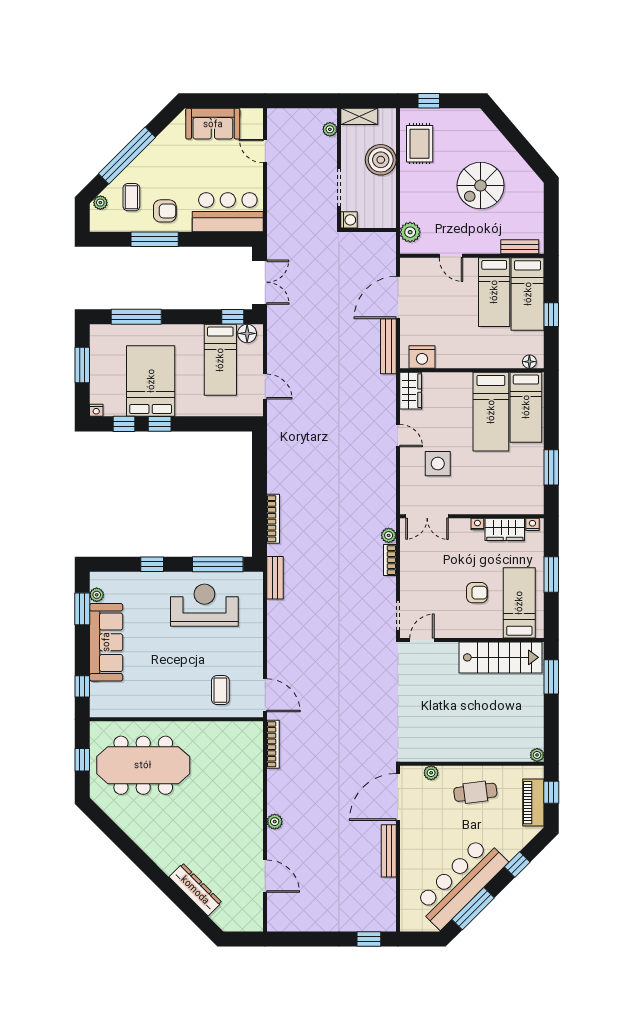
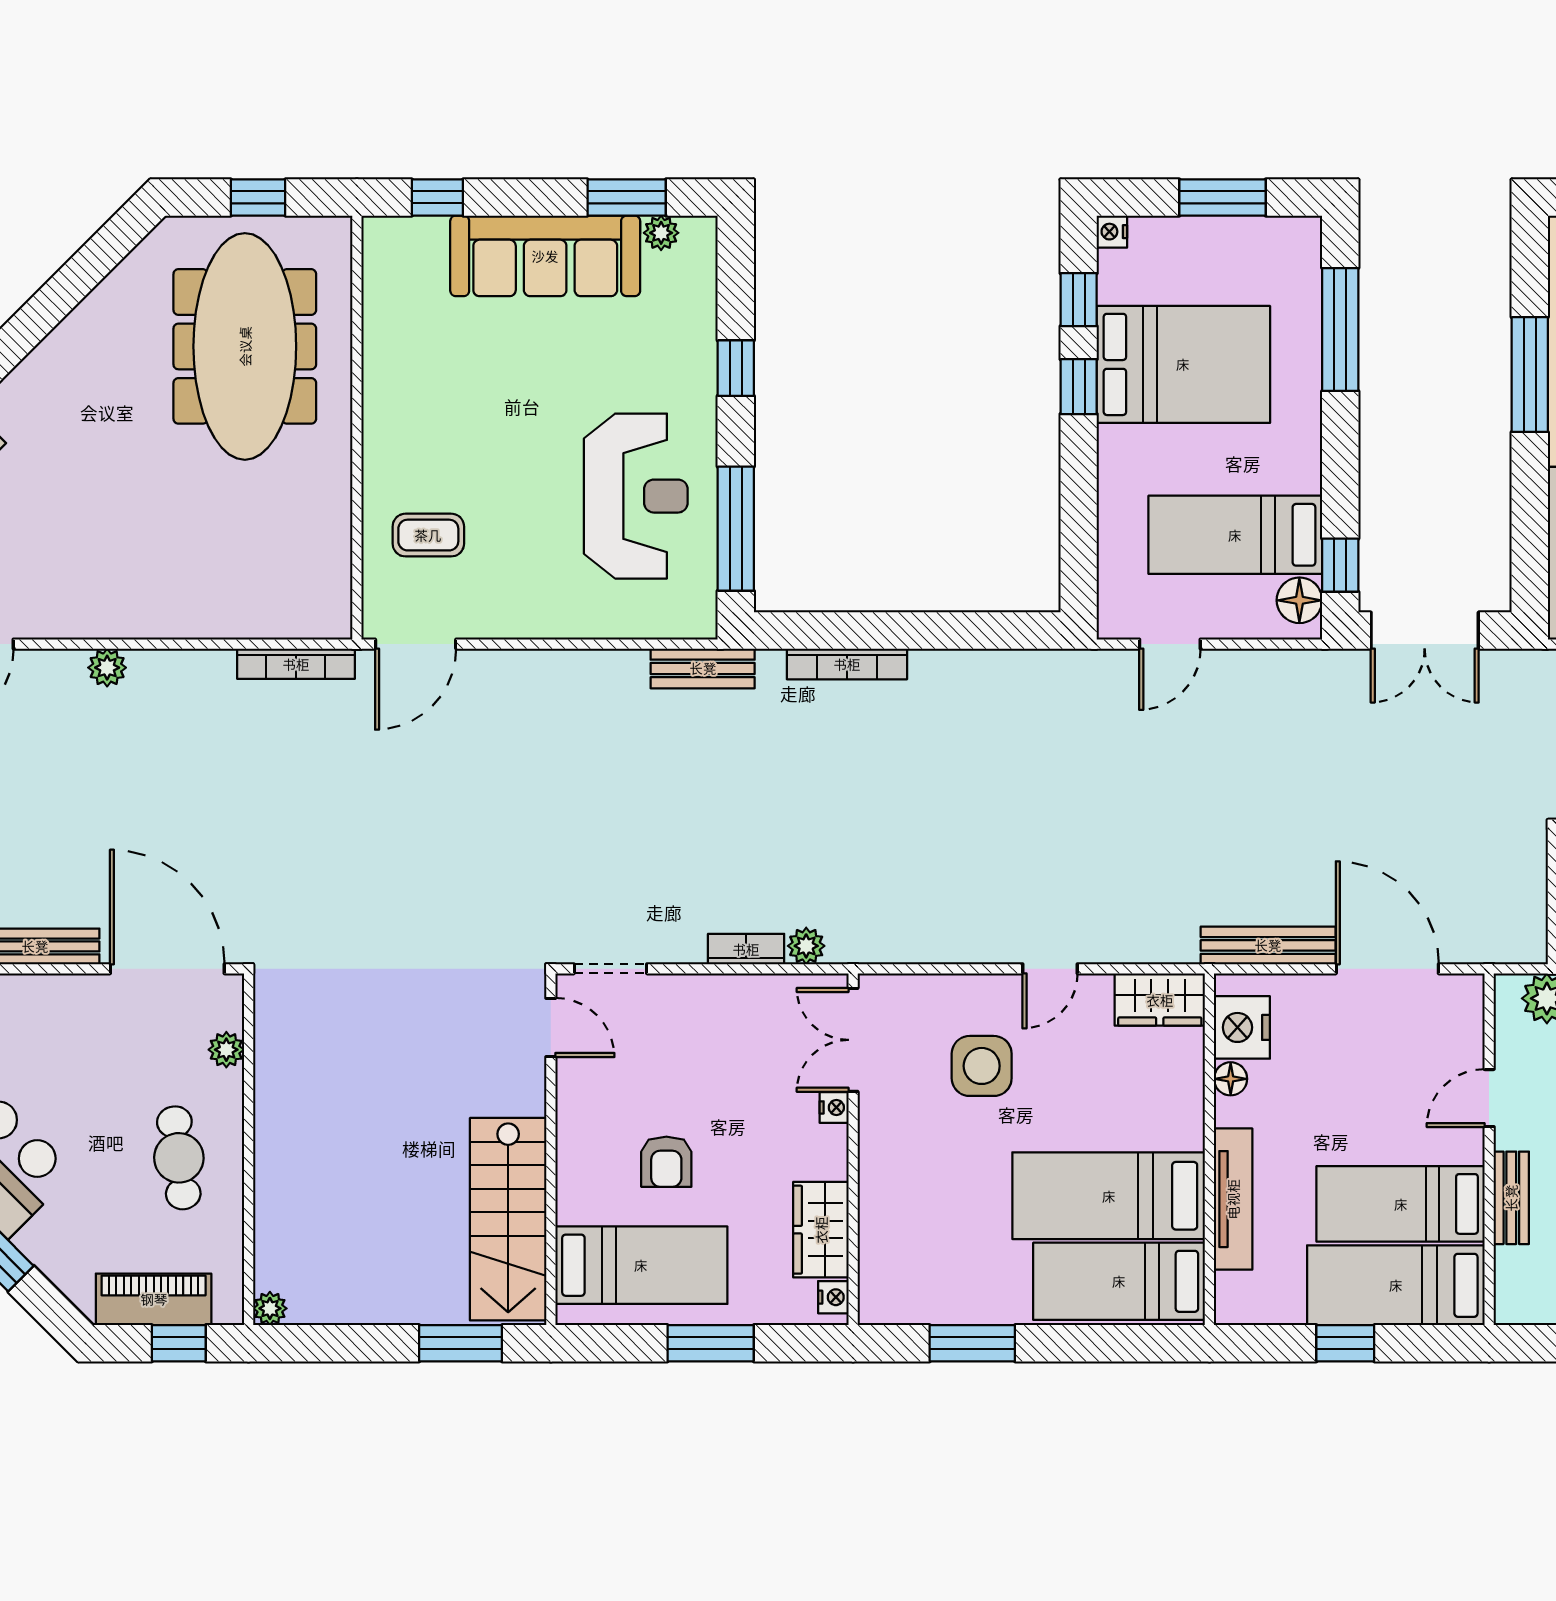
bench: (520, 247) -> (1511, 1198), moved
tv unit: (492, 361) -> (1233, 1199), added
floor lamp: (529, 362) -> (1231, 1079), moved
nightstand: (477, 524) -> (834, 1107), moved

